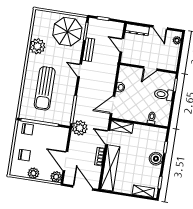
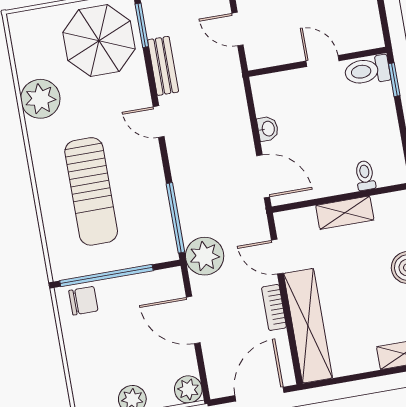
door: (150, 69) -> (322, 61), swing flipped
toilet: (164, 94) -> (367, 71), moved
door: (113, 105) -> (263, 176), swing flipped
shelving: (122, 127) -> (345, 213), moved
chair: (24, 155) -> (97, 364), removed
door: (65, 161) -> (193, 320), moved
door: (83, 188) -> (260, 394), hinge flipped

